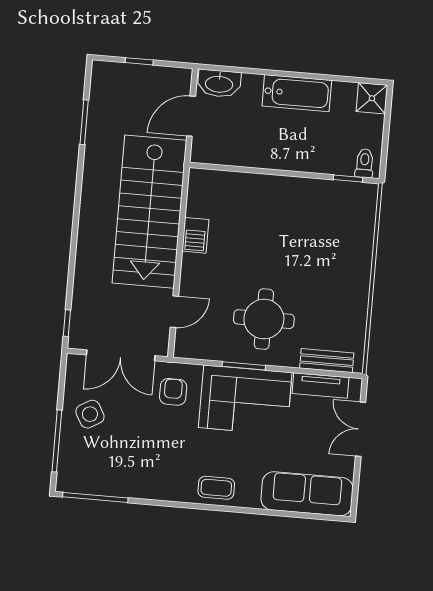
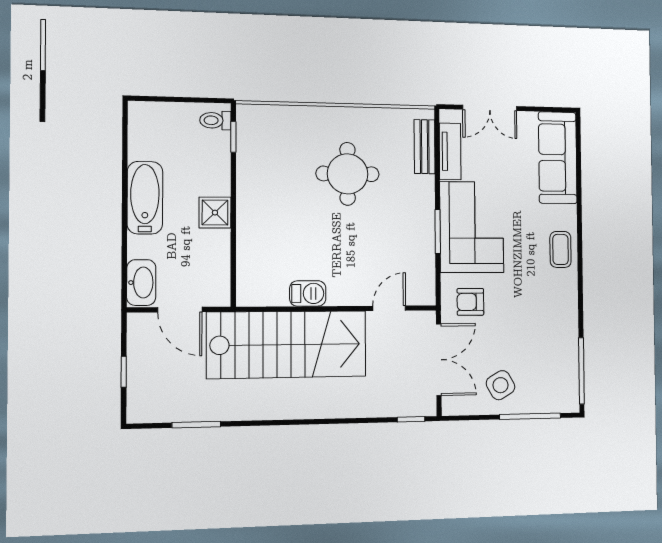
shower: (372, 98) -> (215, 213), moved
door: (174, 312) -> (389, 308), hinge flipped
round table: (264, 319) -> (348, 174), moved

